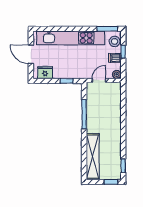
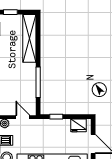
door: (99, 80) -> (23, 117), swing flipped

